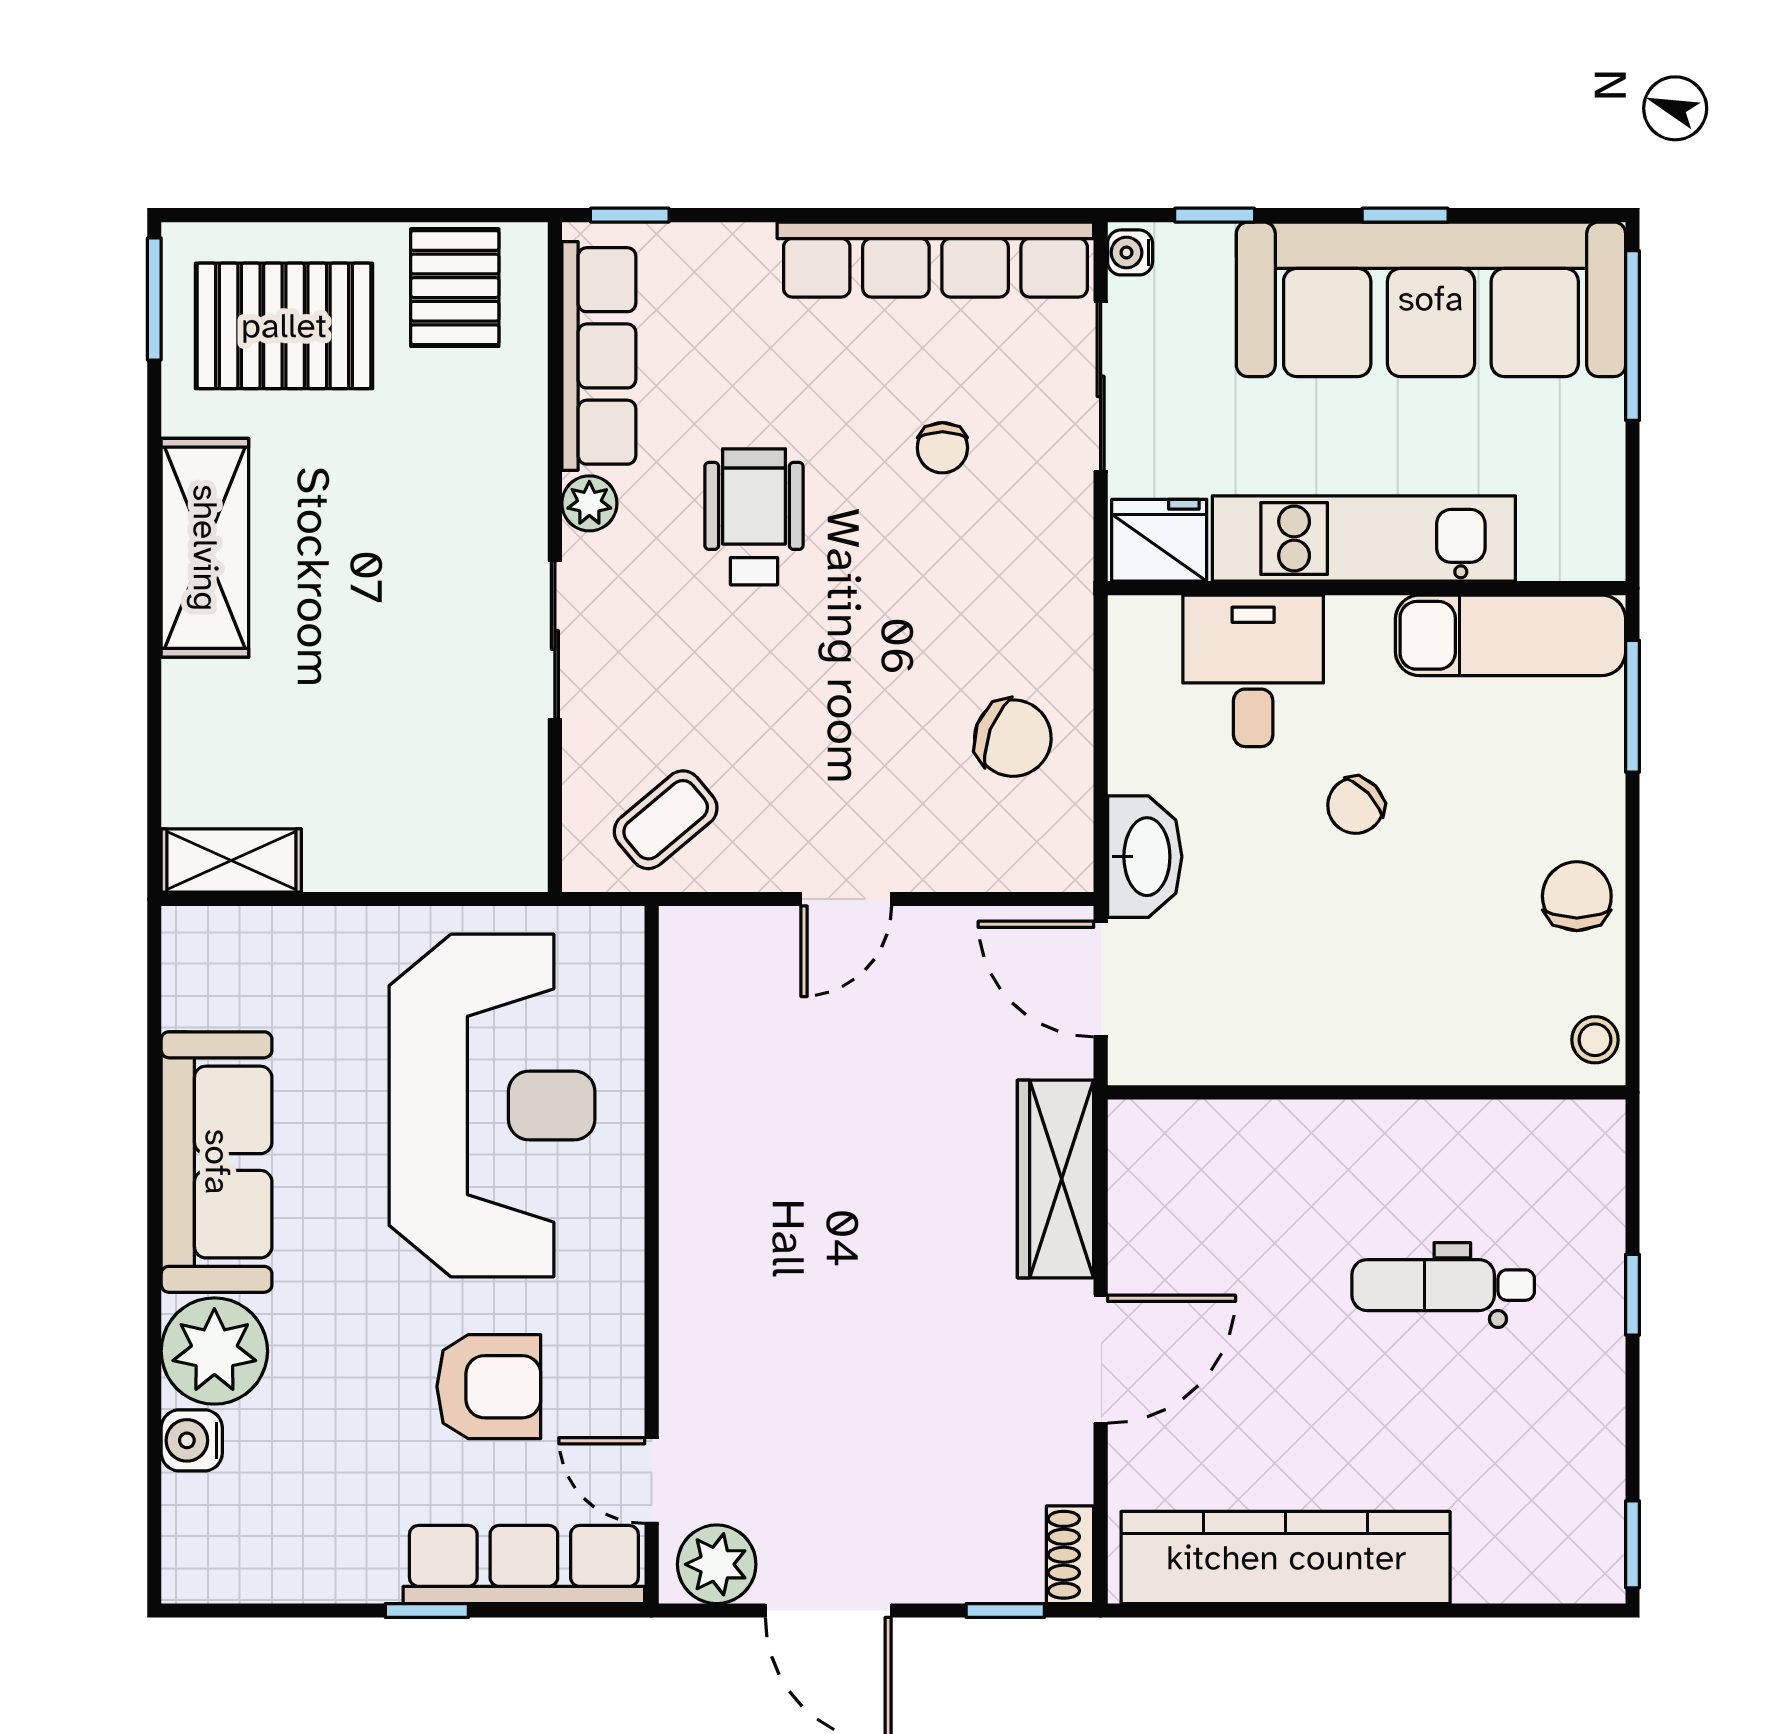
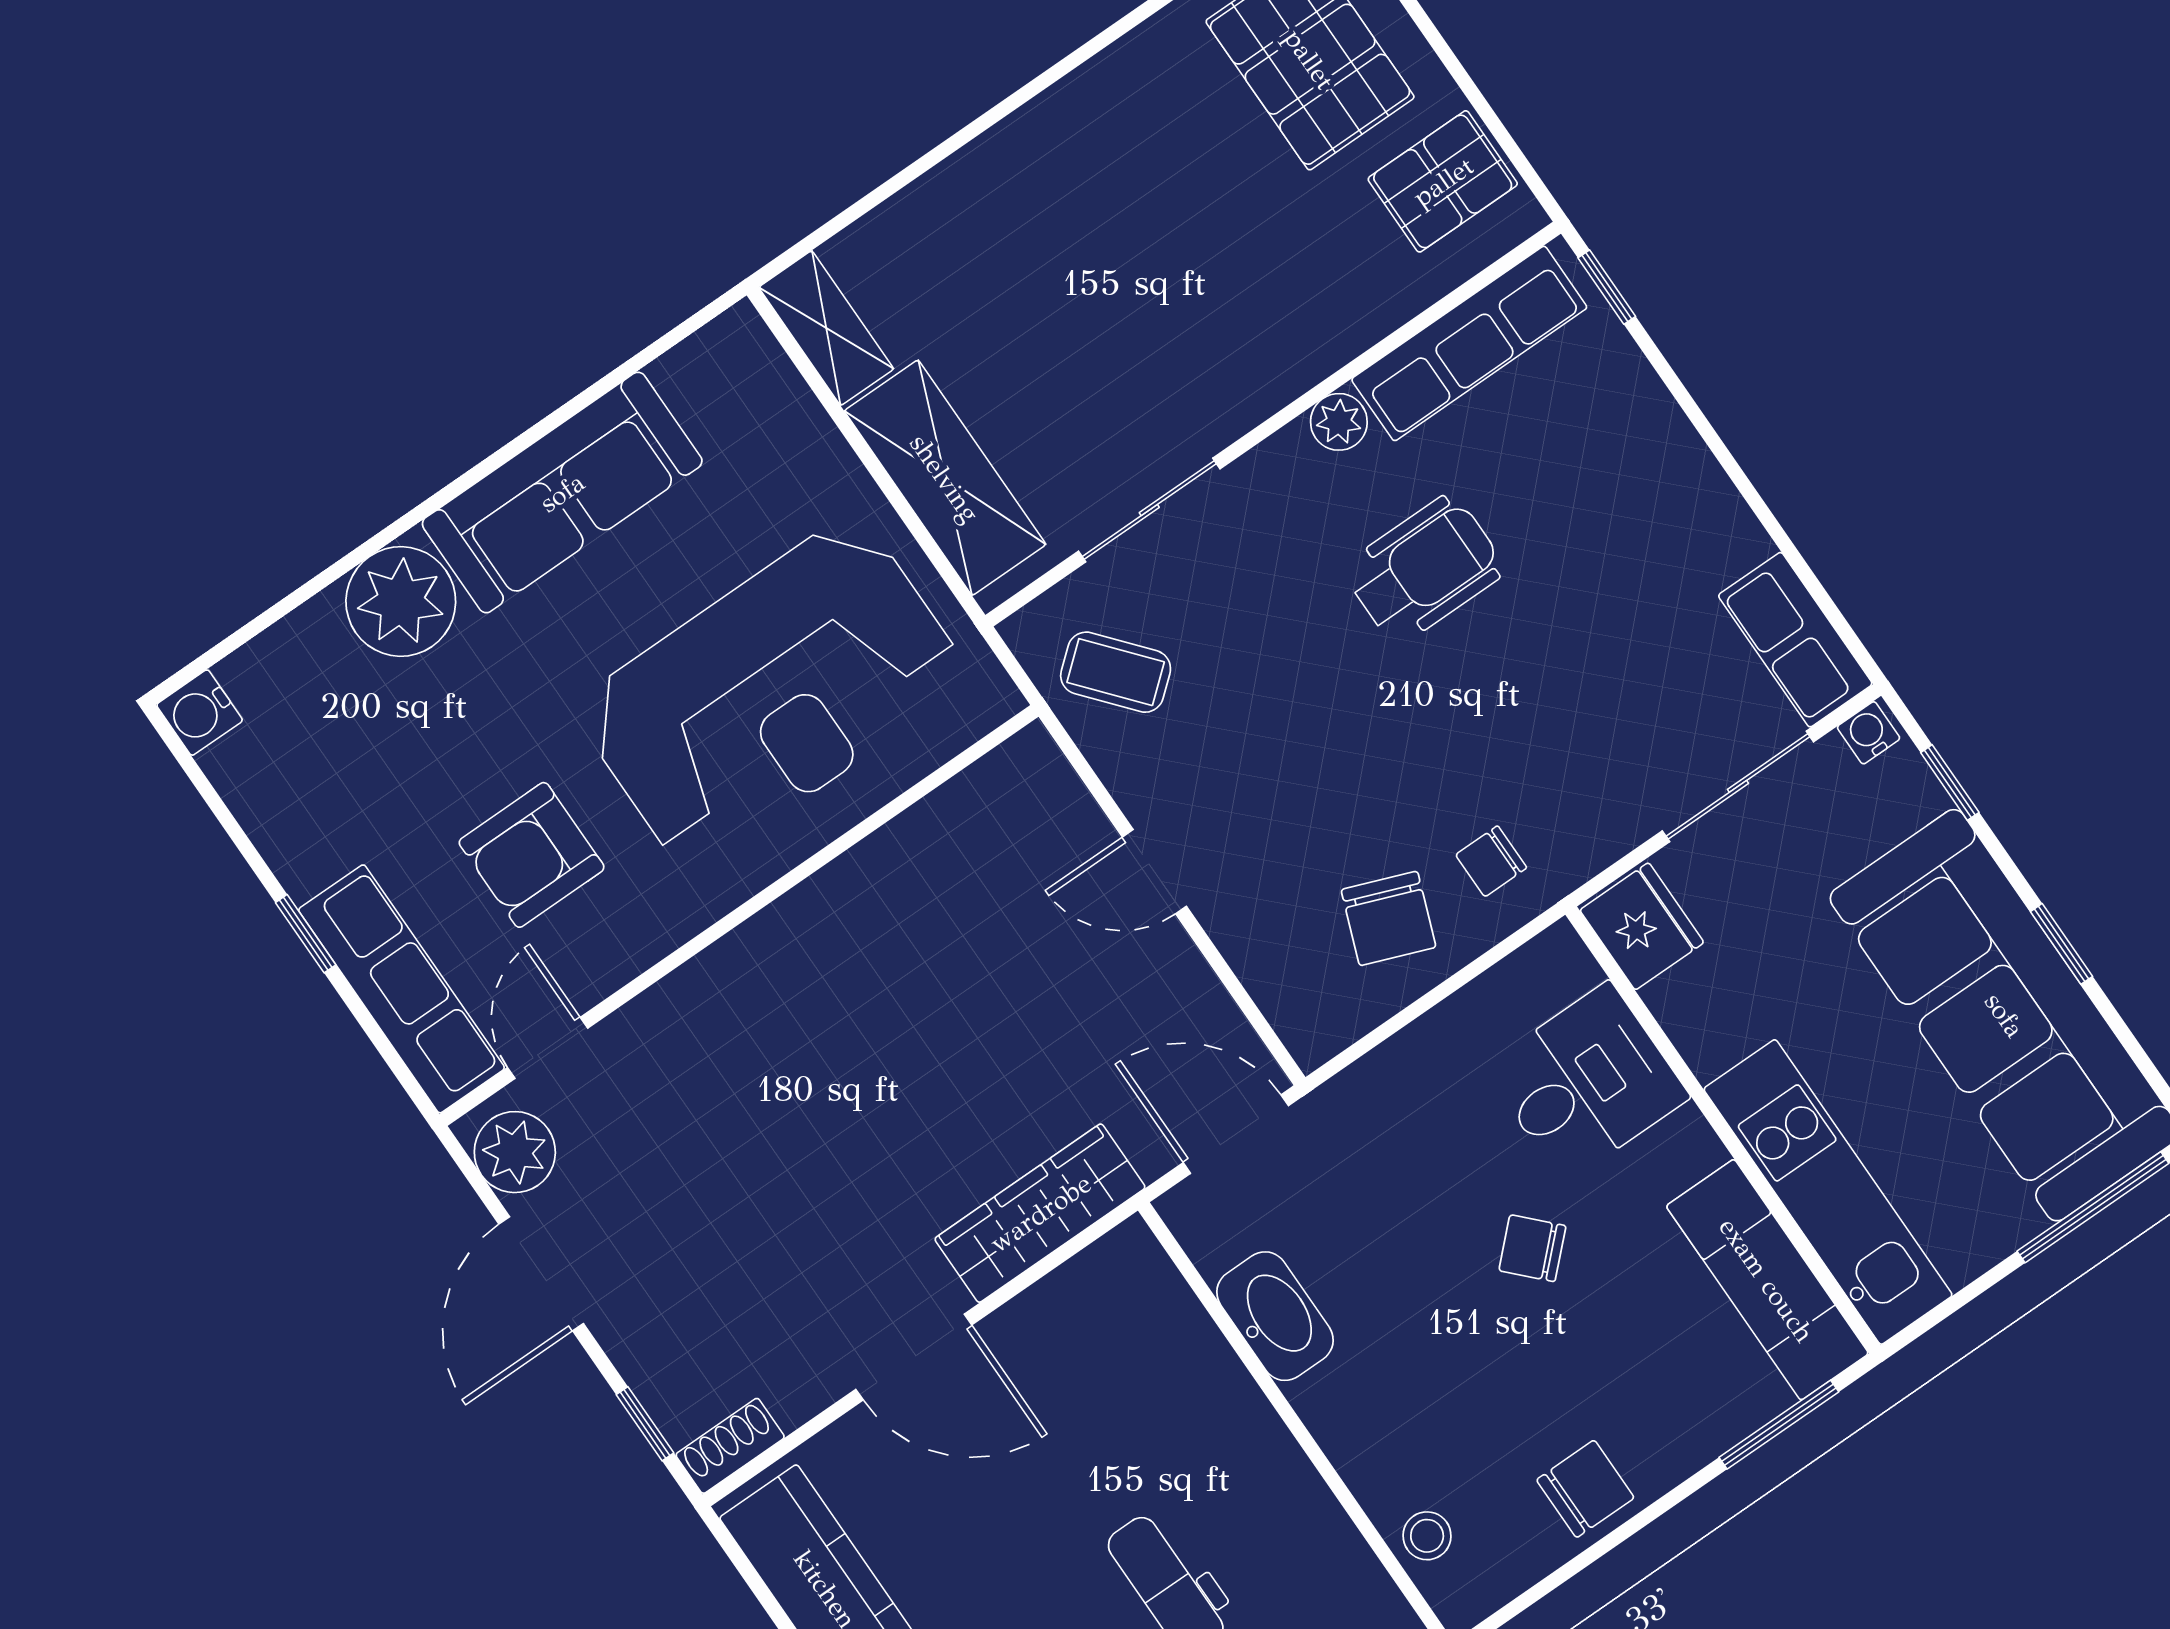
row of seats: (935, 260) -> (1795, 640), width x0.50
chair: (942, 448) -> (1491, 861), moved
kitchen unit: (1364, 539) -> (1828, 1192), moved
shelving: (205, 548) -> (945, 478), moved, turned 90
sliding door: (555, 640) -> (1149, 510), moved
washbasin: (1145, 857) -> (1275, 1316), moved, turned -90
door: (1101, 979) -> (1236, 1134), hinge flipped
stool: (1595, 1040) -> (1427, 1536), moved
armchair: (489, 1387) -> (532, 855), turned 90
water cooler: (192, 1440) -> (200, 713), moved, turned -90

